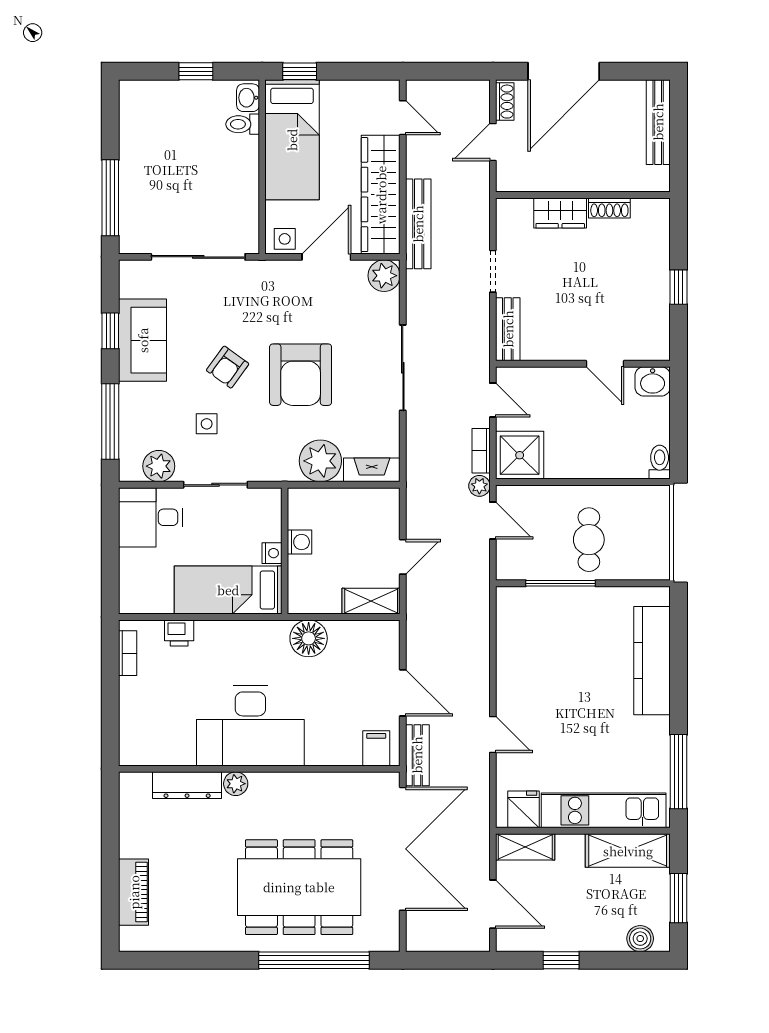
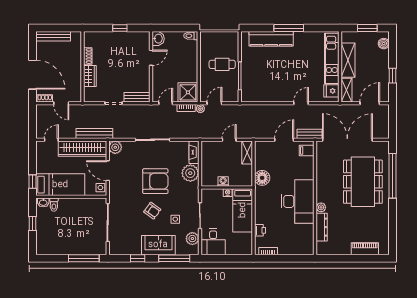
sofa: (143, 340) -> (158, 245), moved
door: (403, 557) -> (229, 140), hinge flipped
window: (678, 772) -> (289, 28), moved
shelving: (628, 851) -> (348, 60), moved

